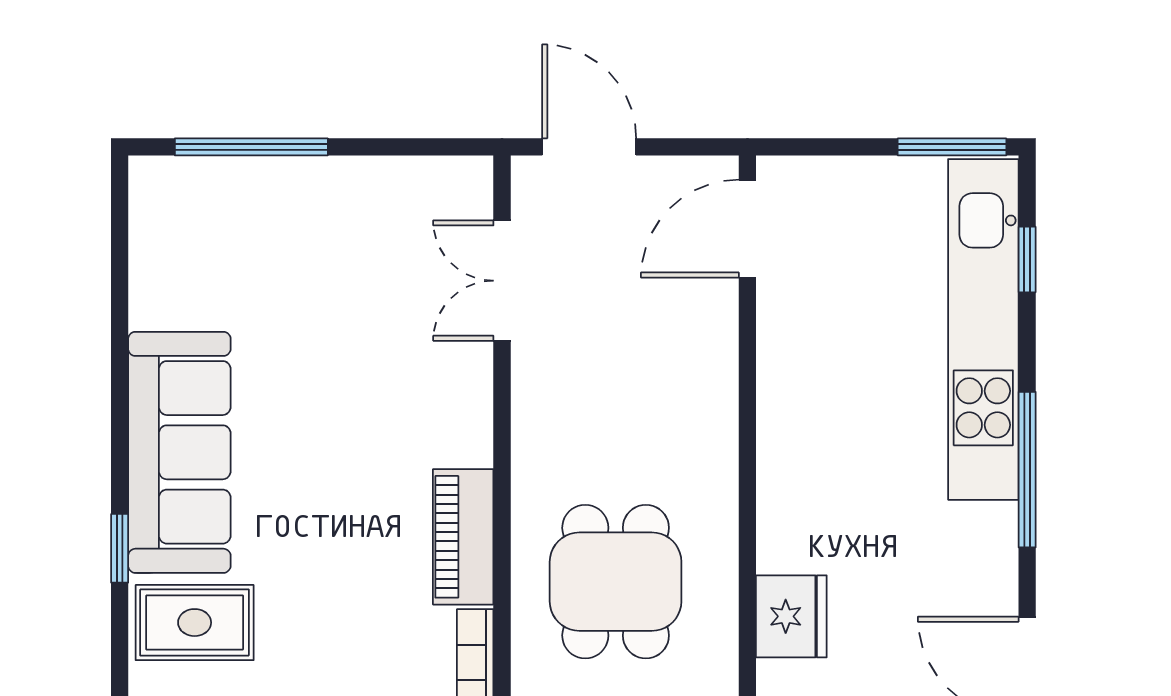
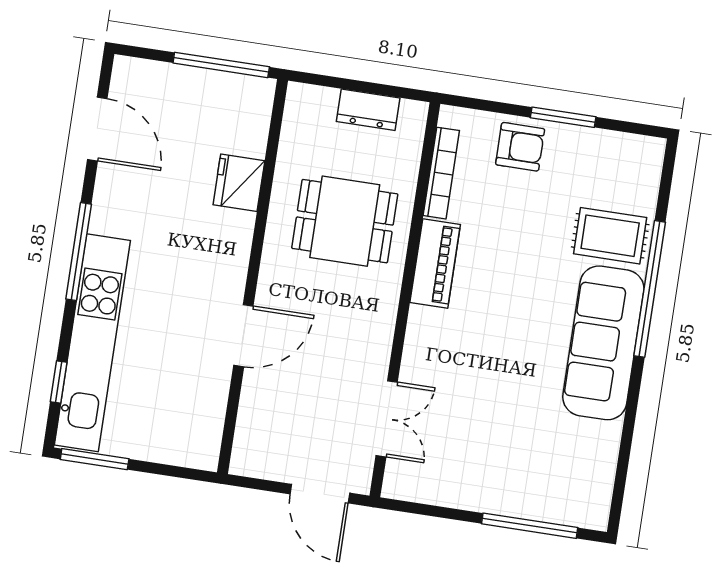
door: (747, 229) -> (243, 336), moved
window: (120, 548) -> (650, 289), width x3.17
dining table: (616, 582) -> (345, 221), turned 90

